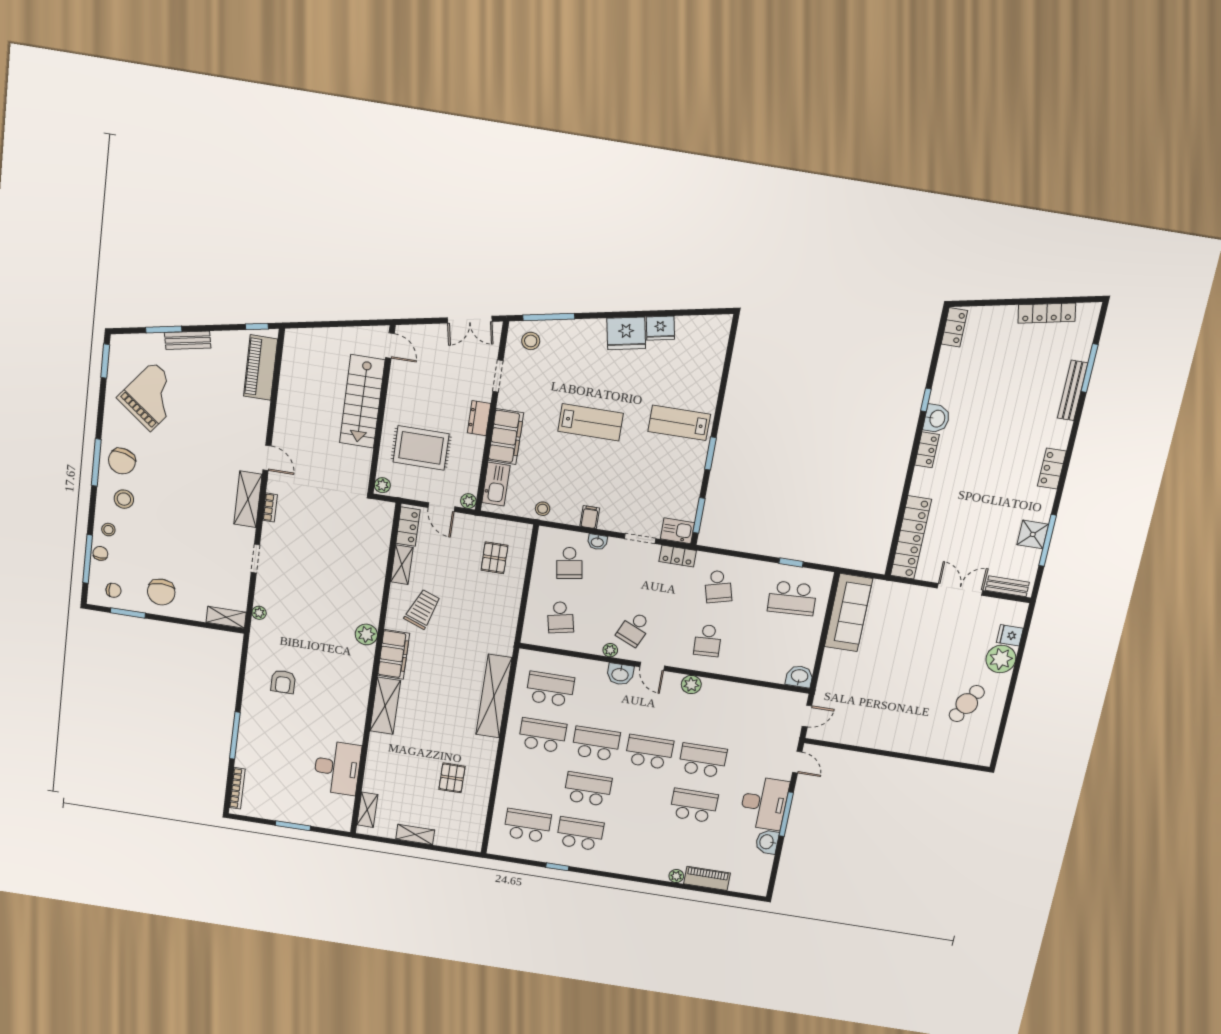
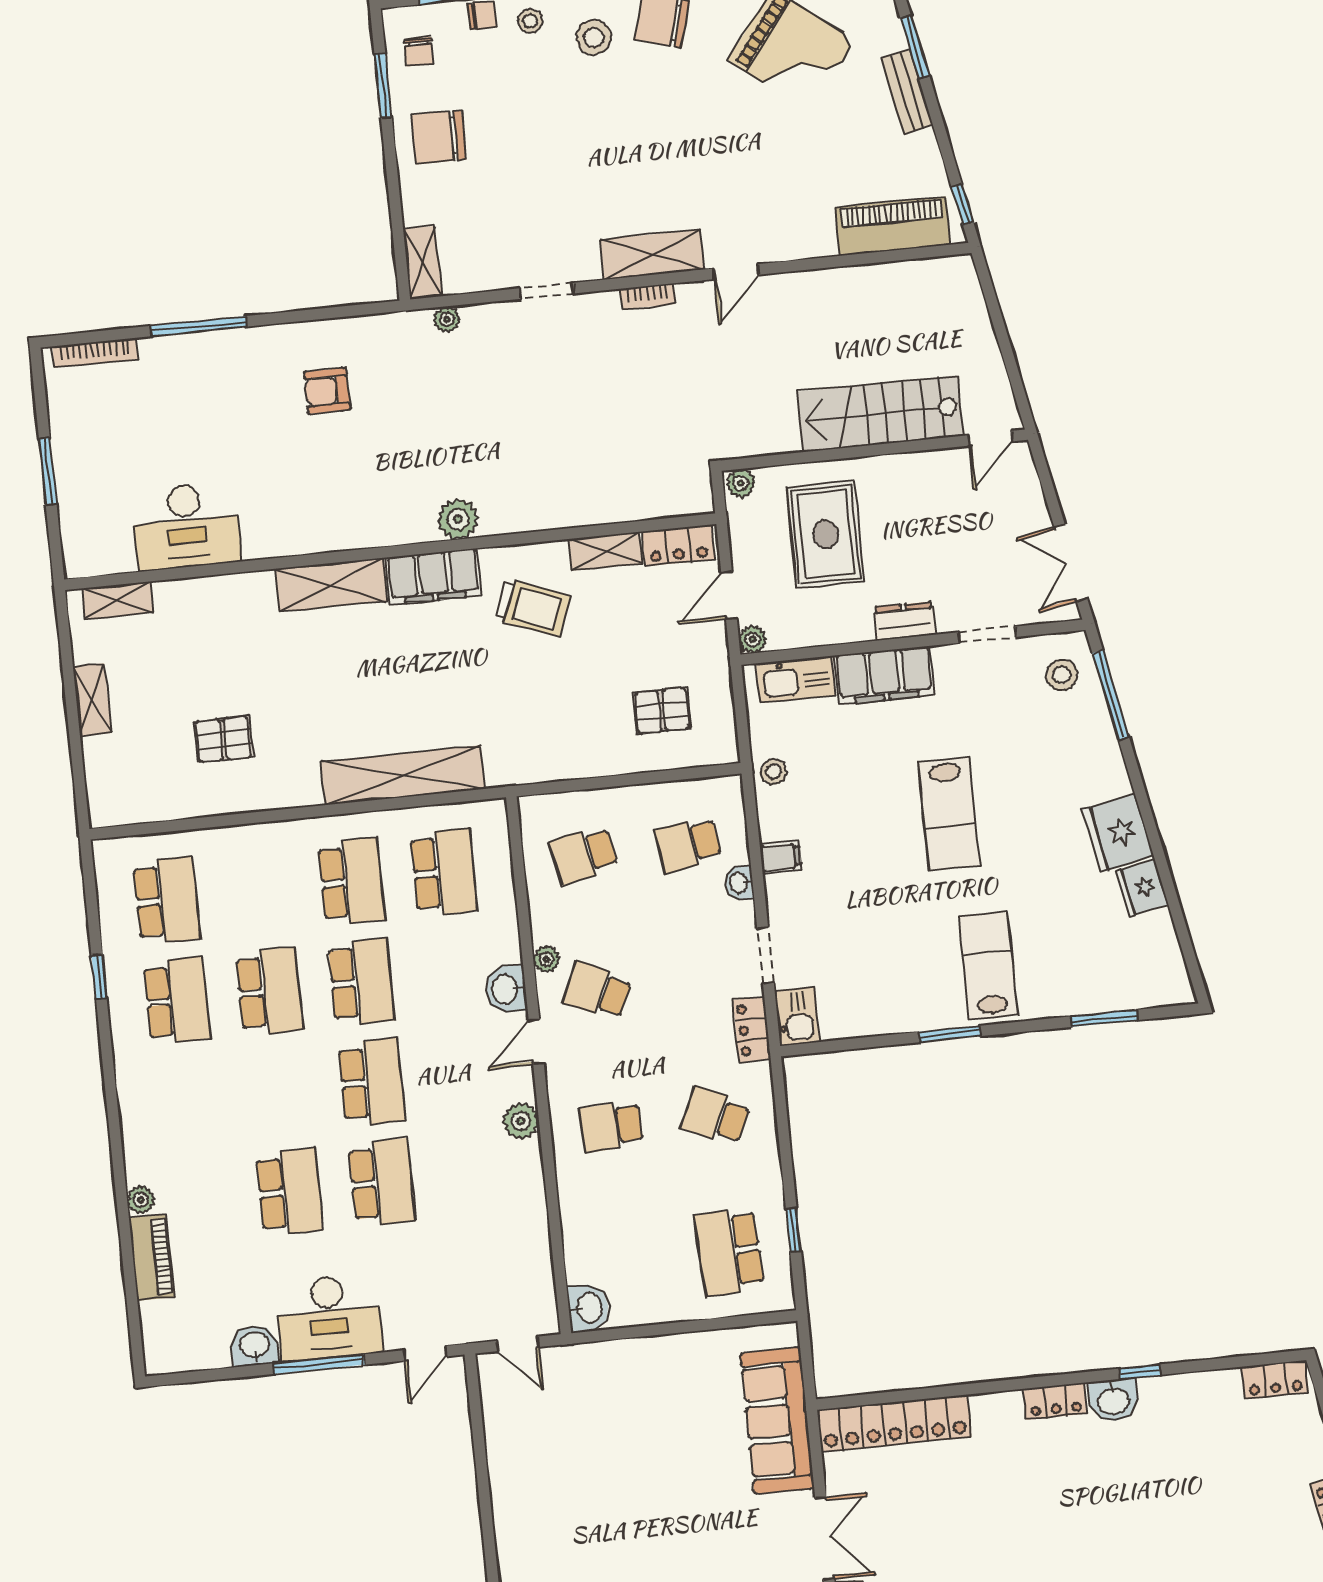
window: (699, 515) -> (1104, 1018), moved
school desk: (718, 587) -> (715, 1116), turned 39
sofa: (848, 613) -> (777, 1421), moved, turned 90

